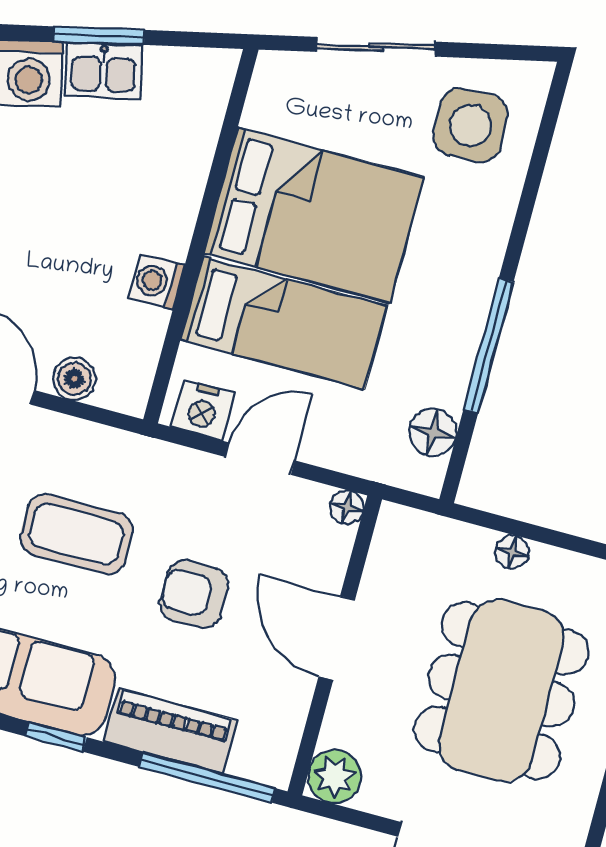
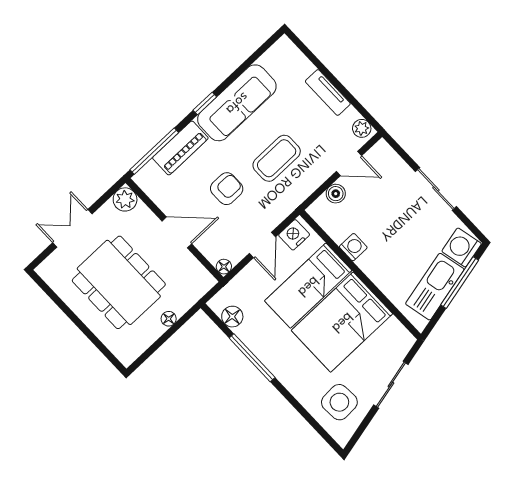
window: (99, 36) -> (460, 283), width x1.44
kitchen sink: (103, 70) -> (435, 287), width x1.88, depth x1.24

